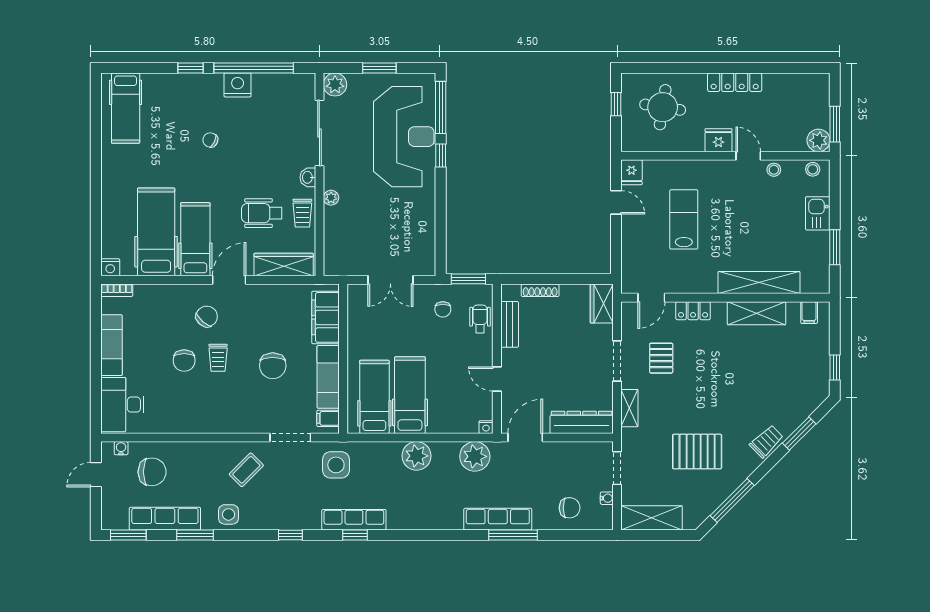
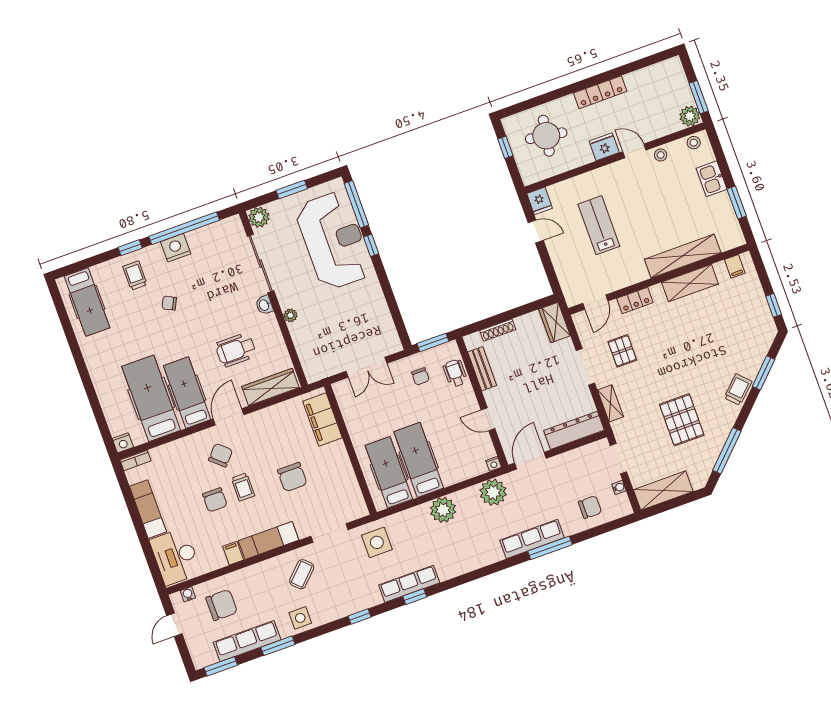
trolley: (302, 213) -> (135, 276), moved, turned 180
exam couch: (328, 377) -> (269, 540), moved, turned 90
filing cabinet: (328, 418) -> (233, 553), moved, turned 90
pallet: (697, 452) -> (682, 420), turned 90

